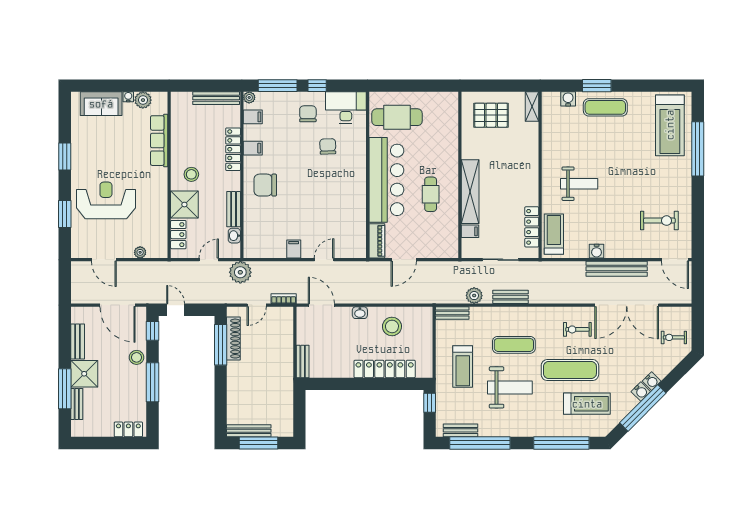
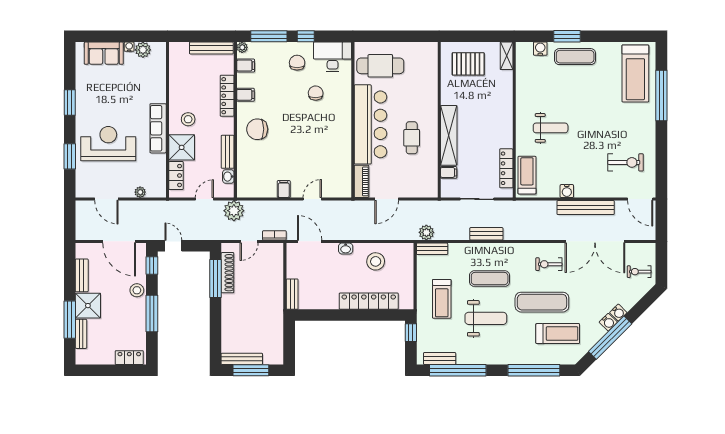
row of seats: (159, 141) -> (158, 128), moved
plant: (474, 296) -> (426, 232), moved

